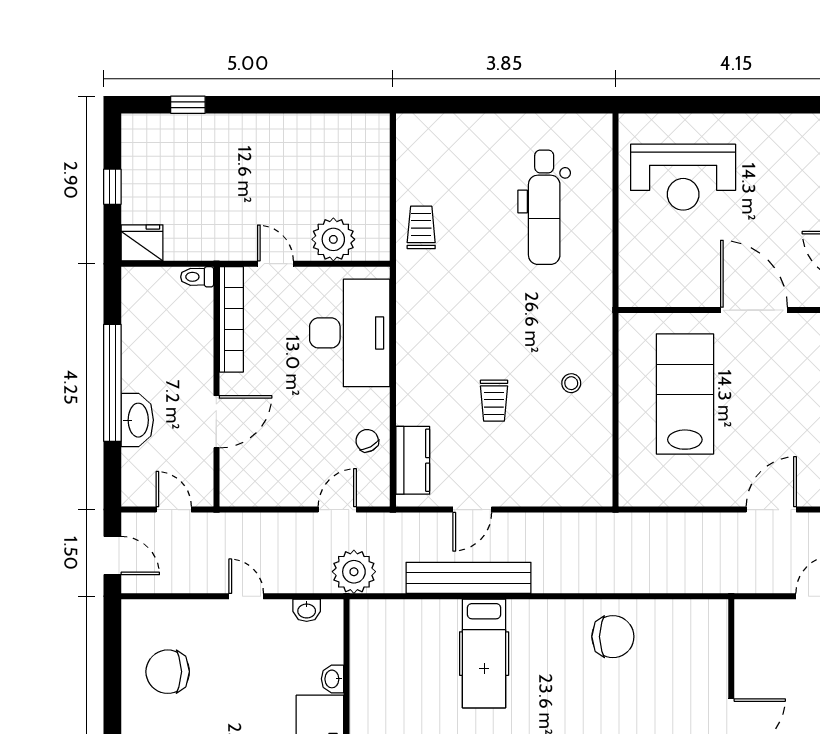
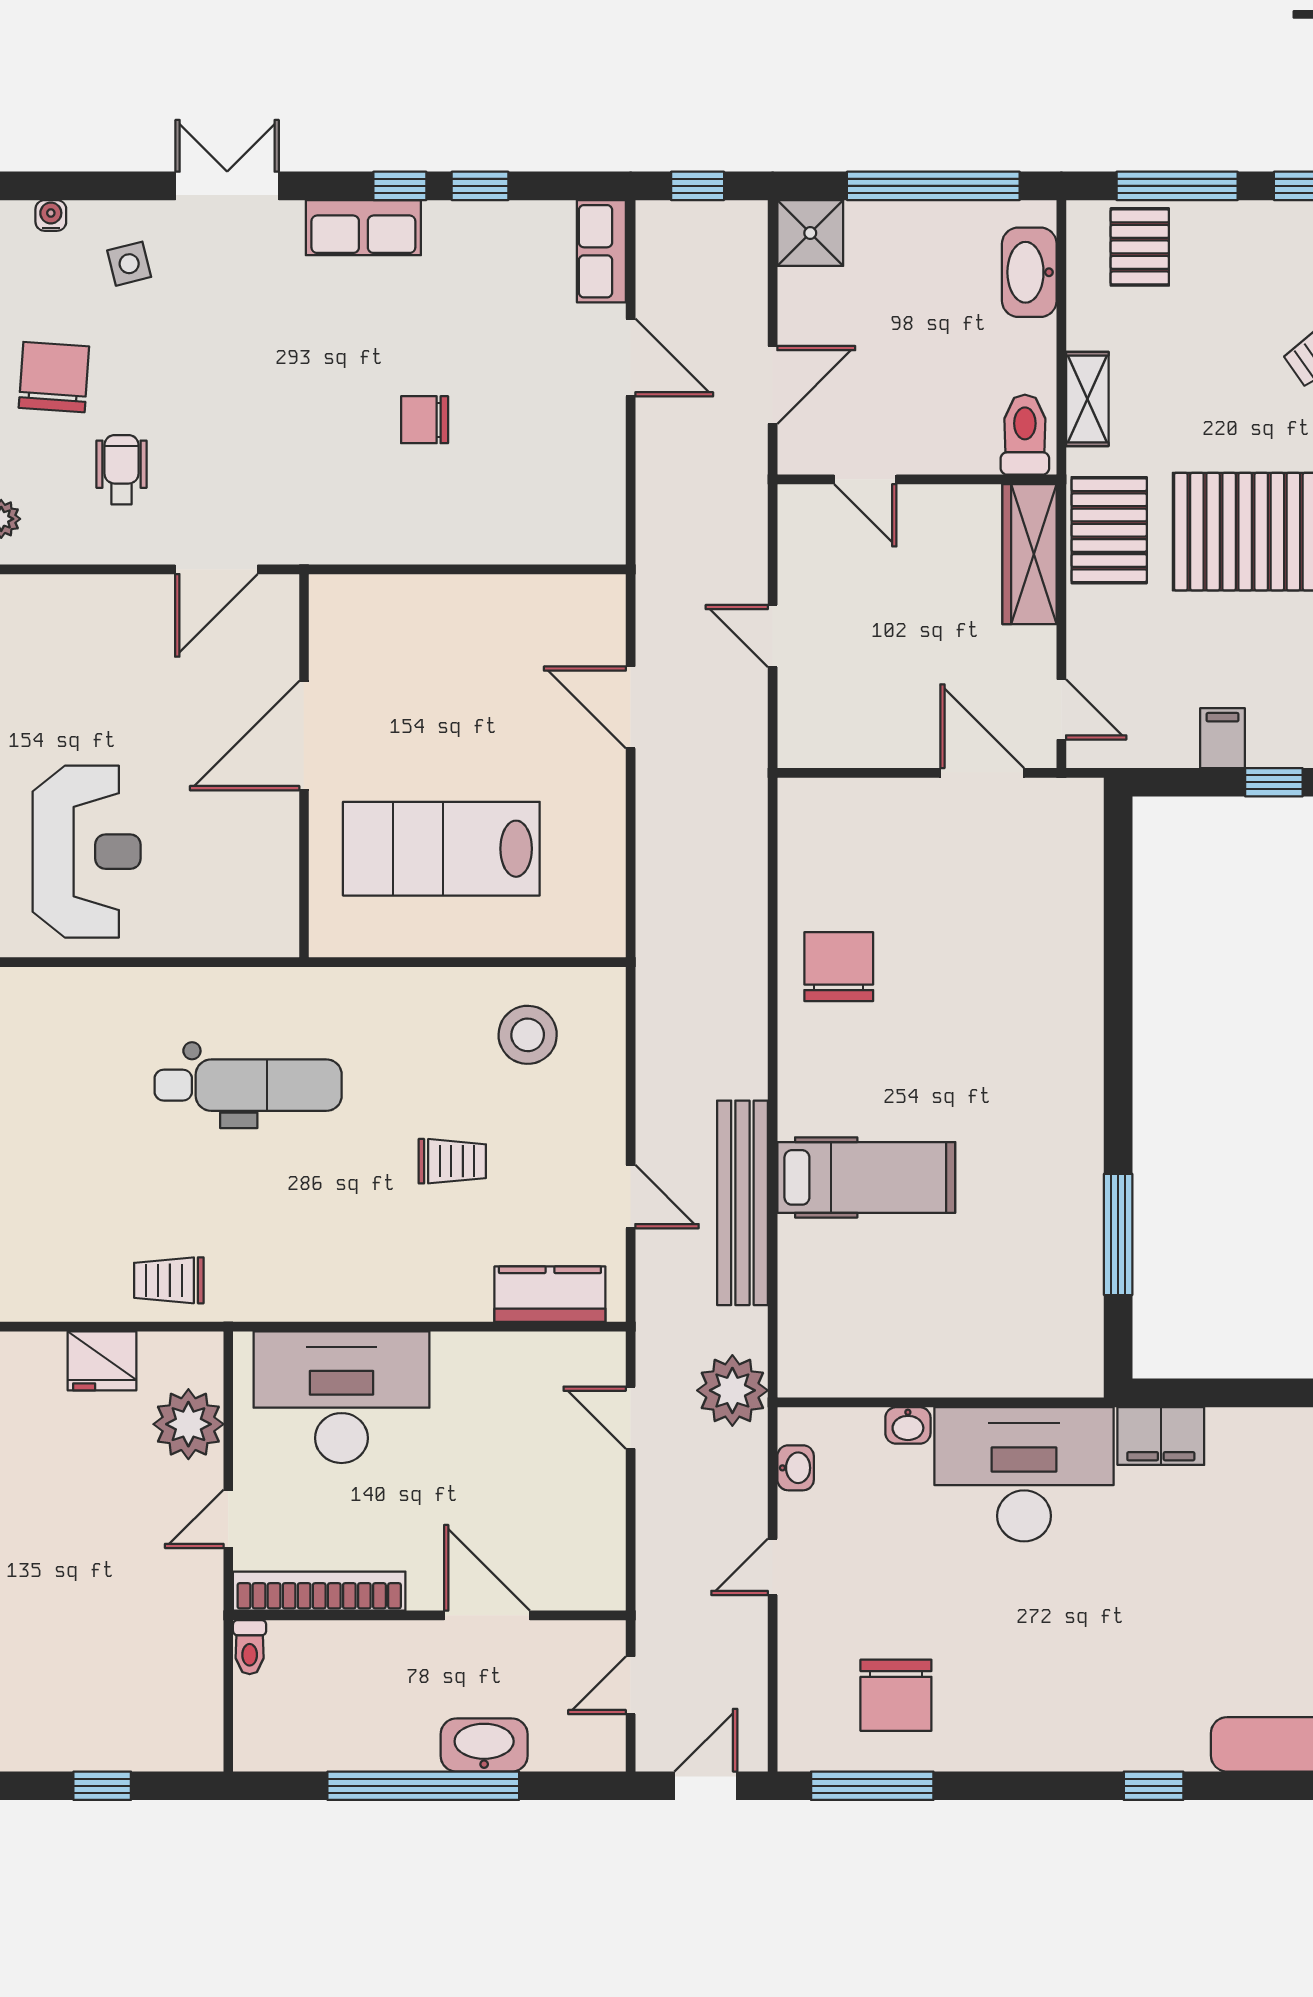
dental chair: (544, 207) -> (248, 1085), moved
fridge: (142, 243) -> (102, 1361), moved, turned -90
stool: (571, 383) -> (528, 1035), moved, width x1.89, depth x1.89
chair: (367, 441) -> (518, 1369), removed
window: (112, 657) -> (872, 1786), added

